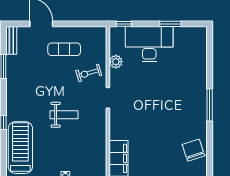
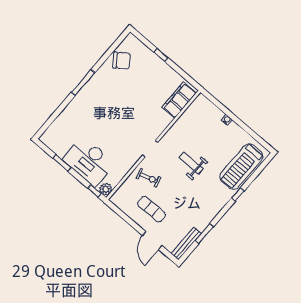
bench: (11, 40) -> (186, 244), width x1.36
plant: (116, 62) -> (106, 189), moved
chair: (194, 150) -> (122, 61), turned -108

